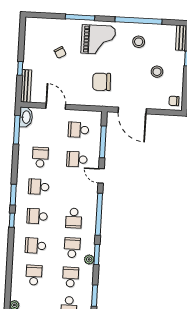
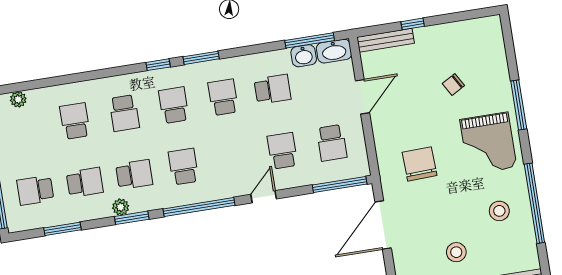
school desk: (78, 130) -> (332, 143), turned 180
washbasin: (25, 135) -> (304, 56), added
window: (103, 142) -> (340, 185), moved
school desk: (74, 218) -> (184, 167), turned 90
school desk: (36, 246) -> (124, 113), turned 180
school desk: (34, 275) -> (75, 121), turned -90

